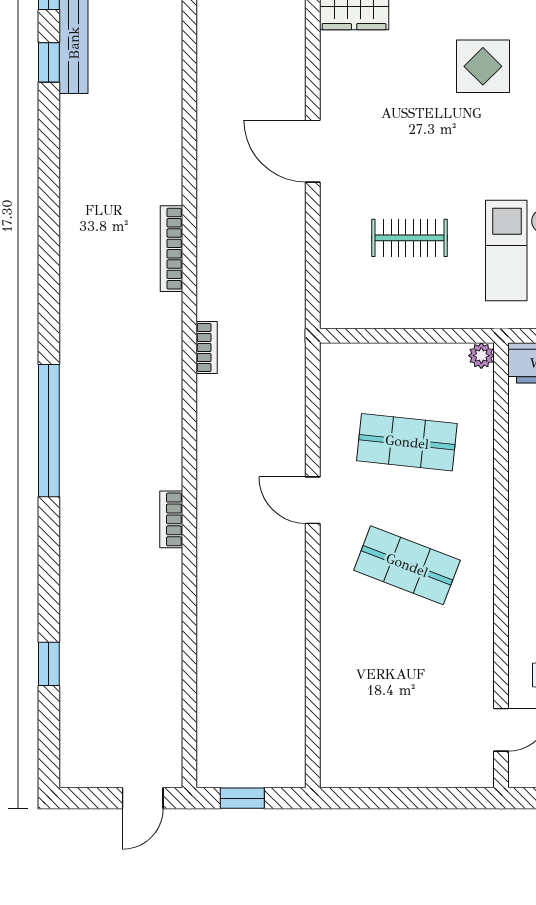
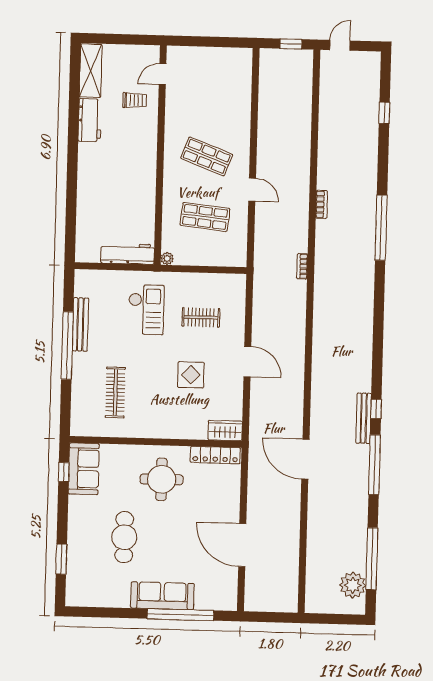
display table: (483, 66) -> (191, 375), moved
bookcase: (172, 249) -> (318, 315), removed
bookcase: (171, 519) -> (321, 204), moved

